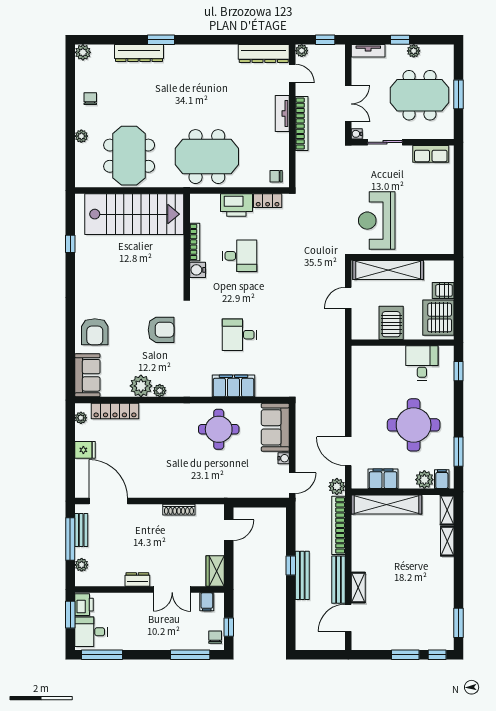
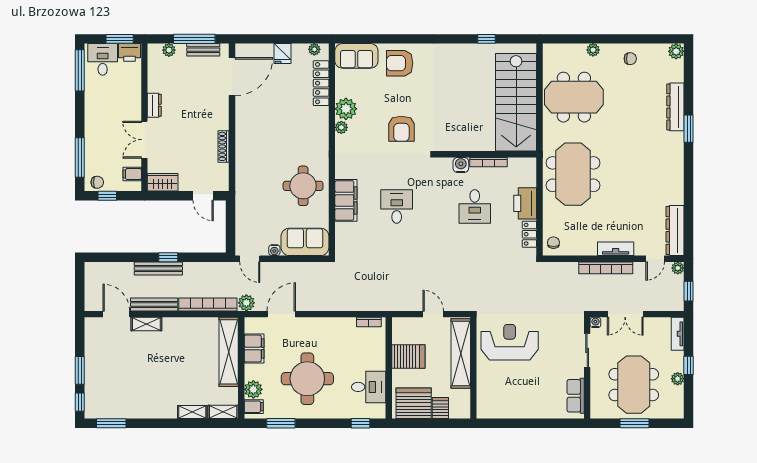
bookcase: (356, 363) -> (369, 322), added

